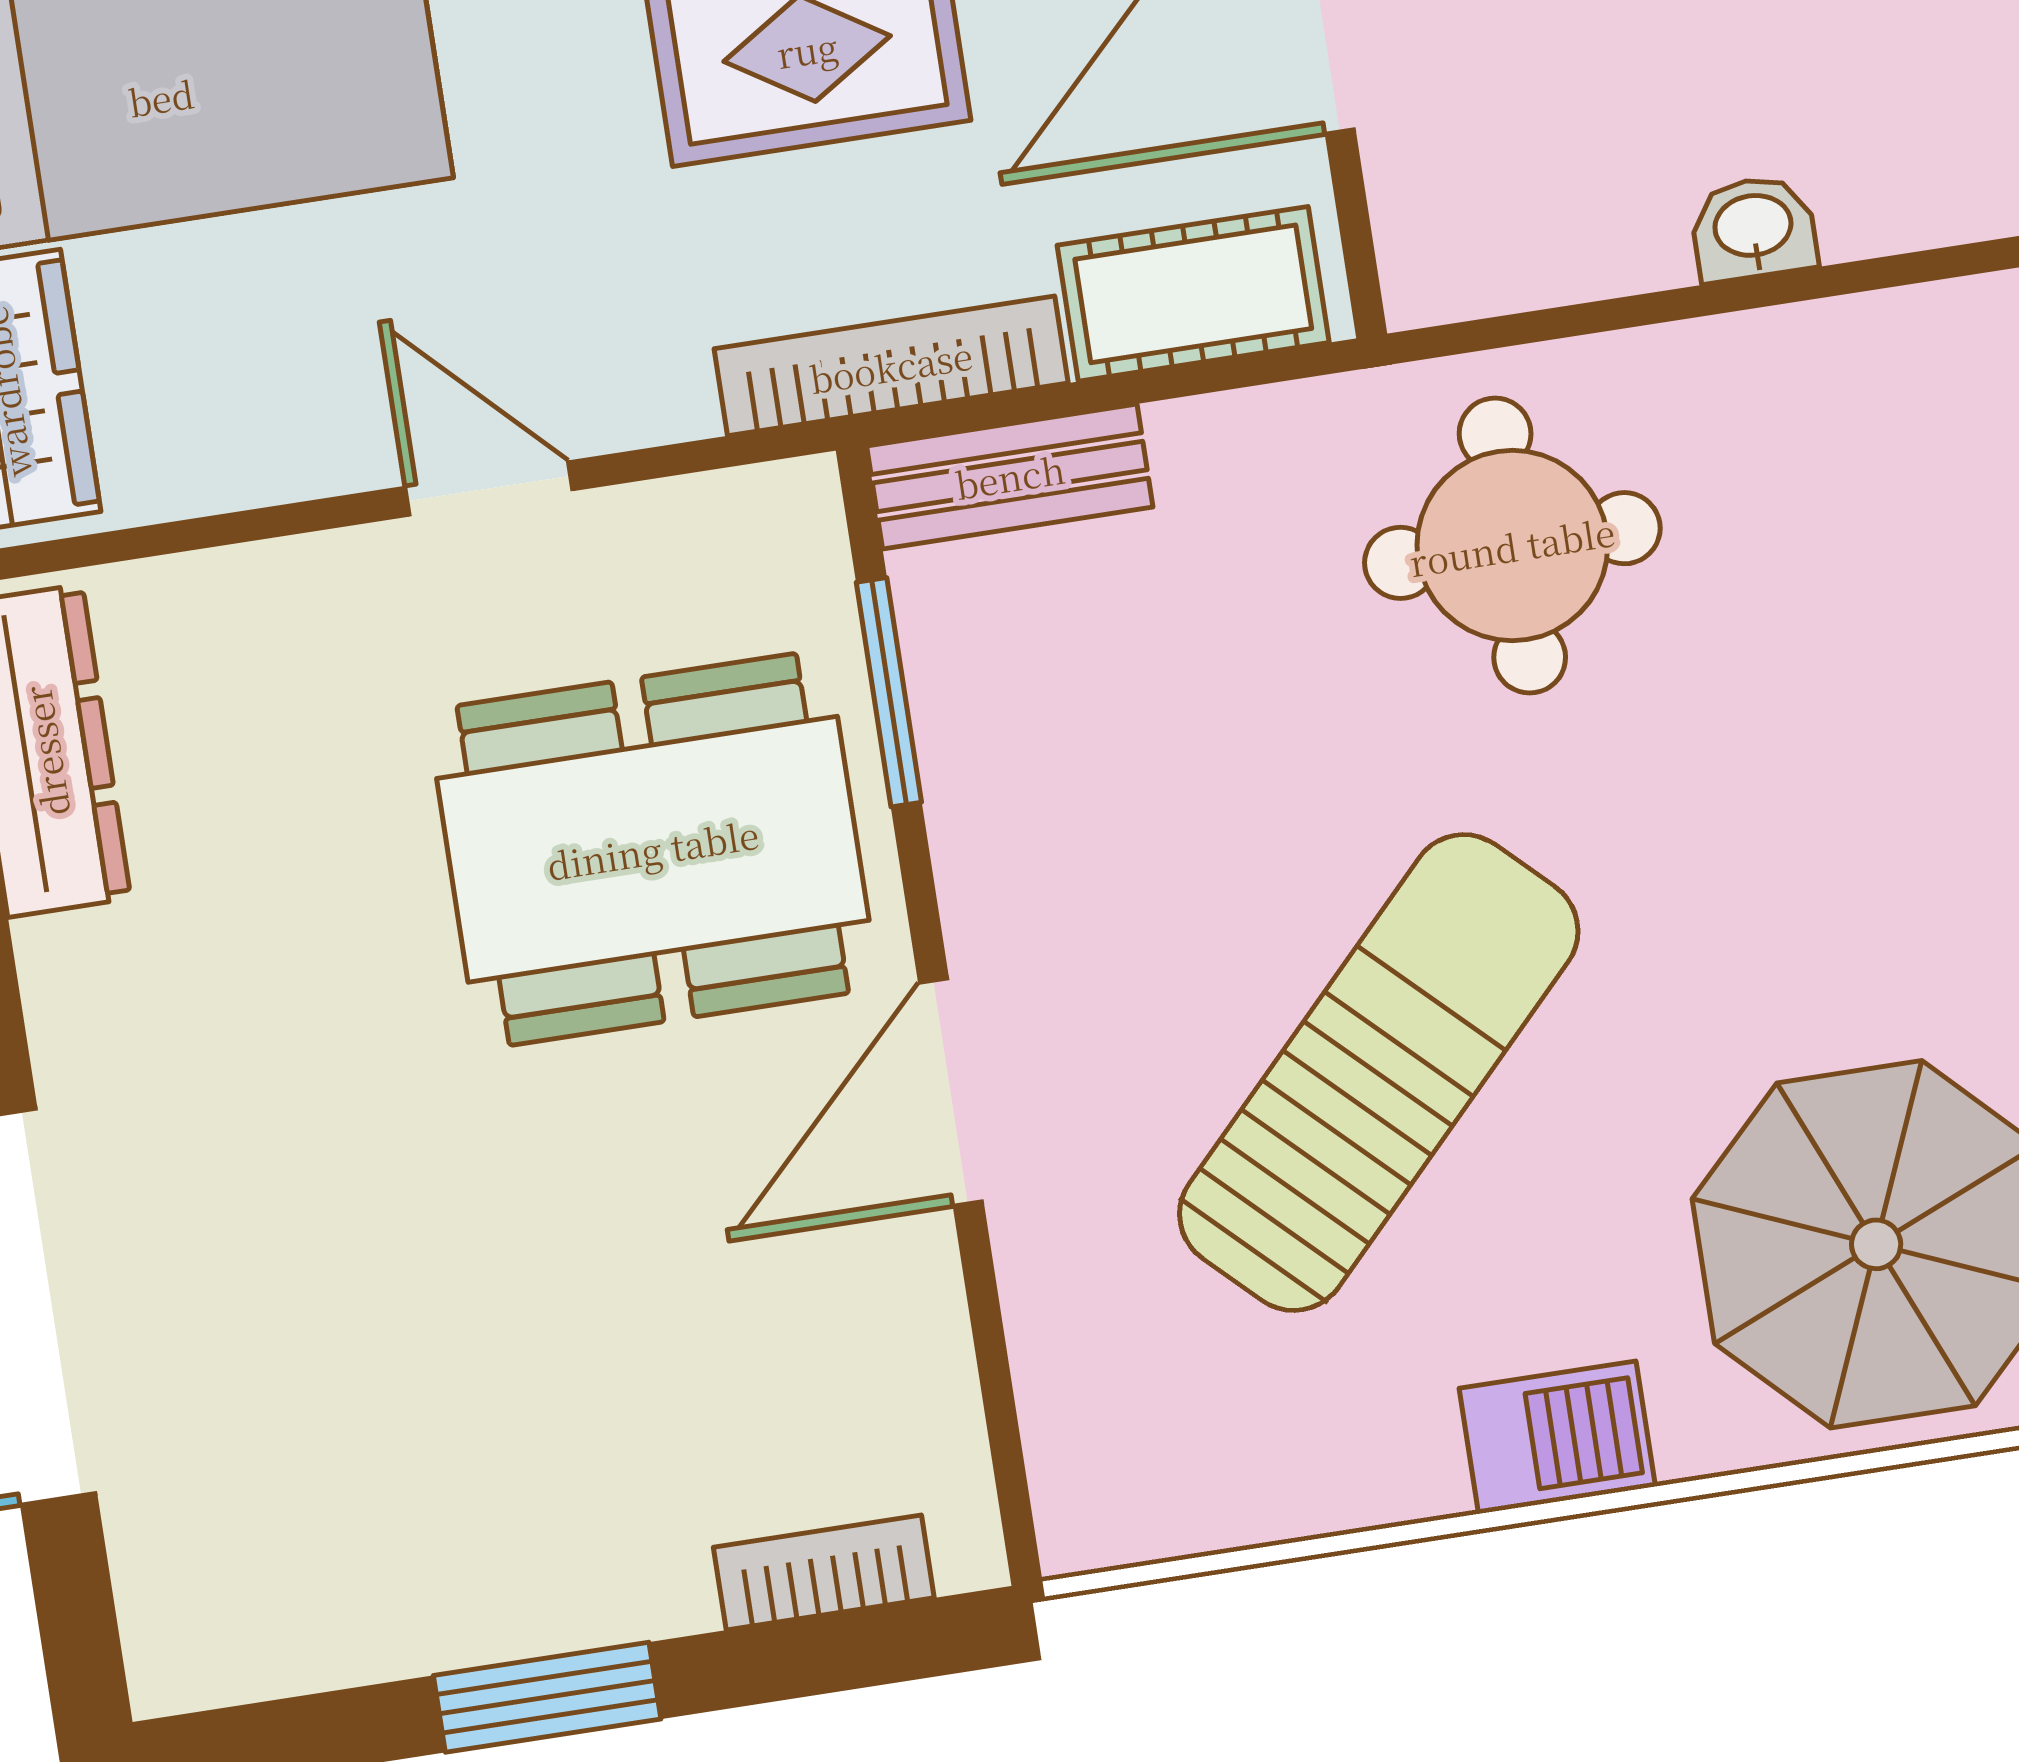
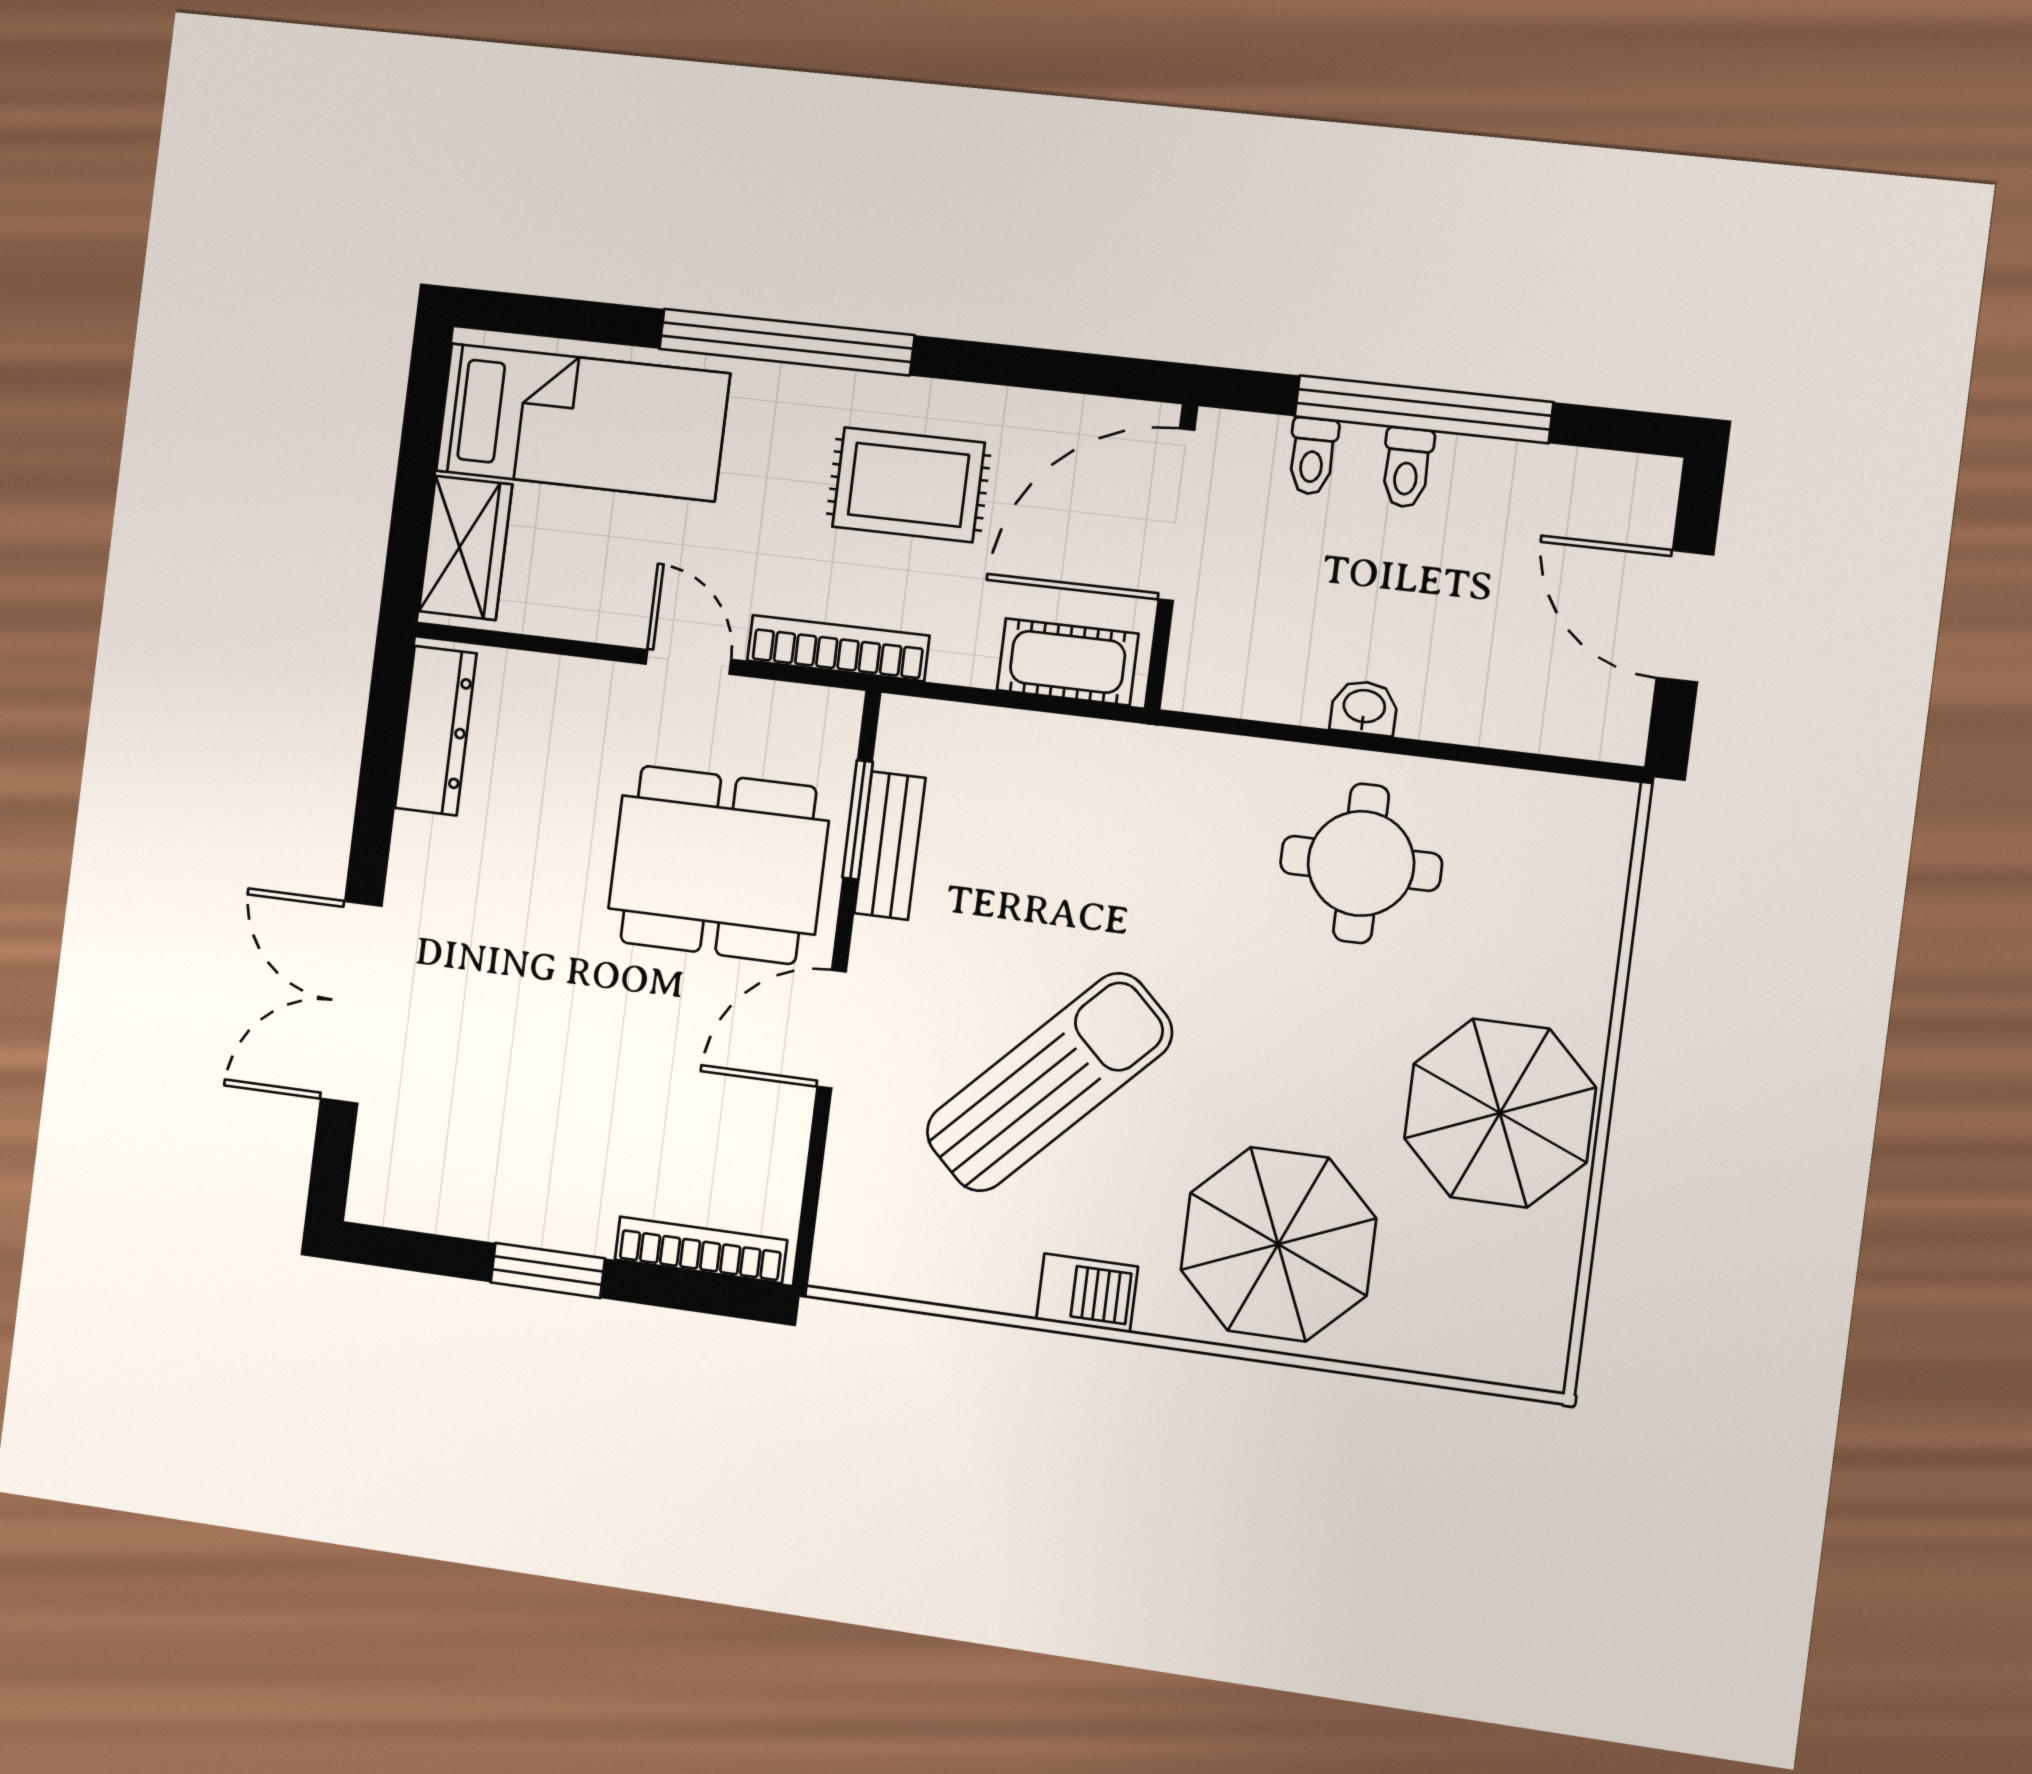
bookcase: (891, 366) -> (838, 648), moved
bench: (1010, 476) -> (890, 846), moved, turned 90
round table: (1512, 546) -> (1361, 863), moved
bookcase: (824, 1572) -> (701, 1250), width x1.56

